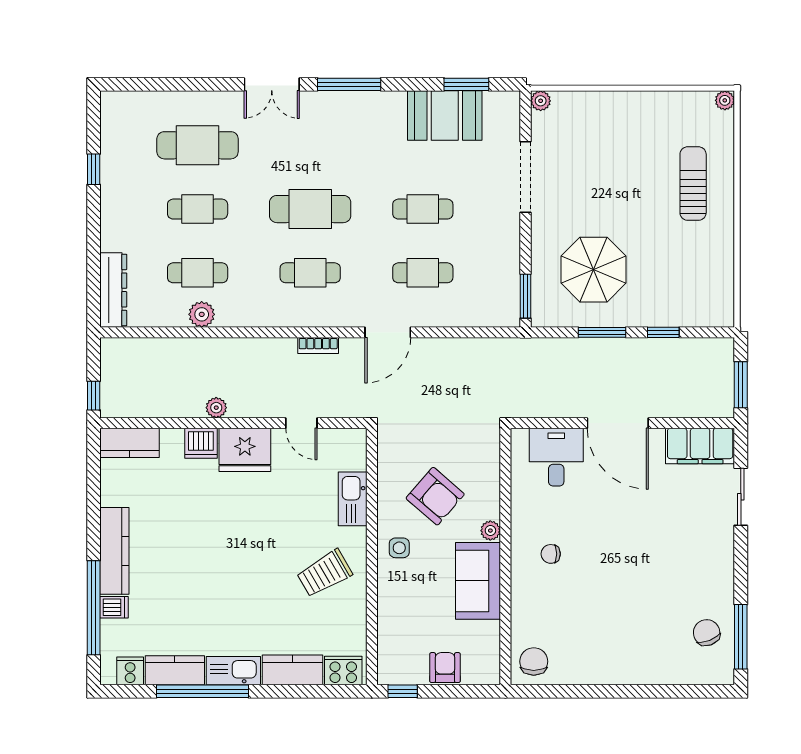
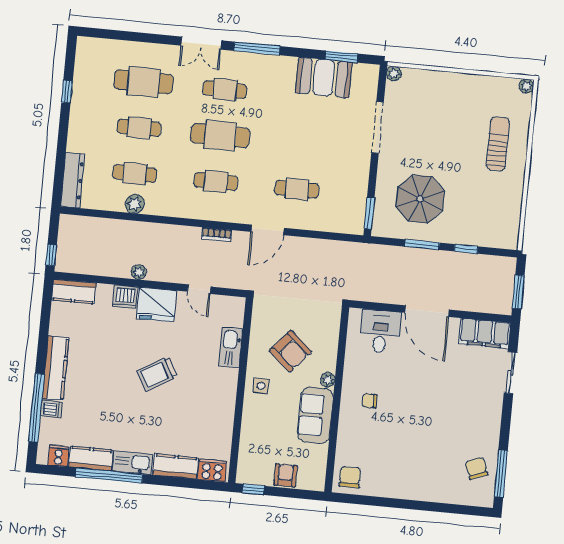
cafe table: (423, 209) -> (225, 90), moved
trolley: (325, 573) -> (157, 374), moved

